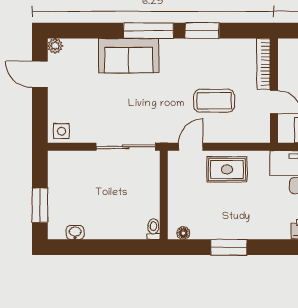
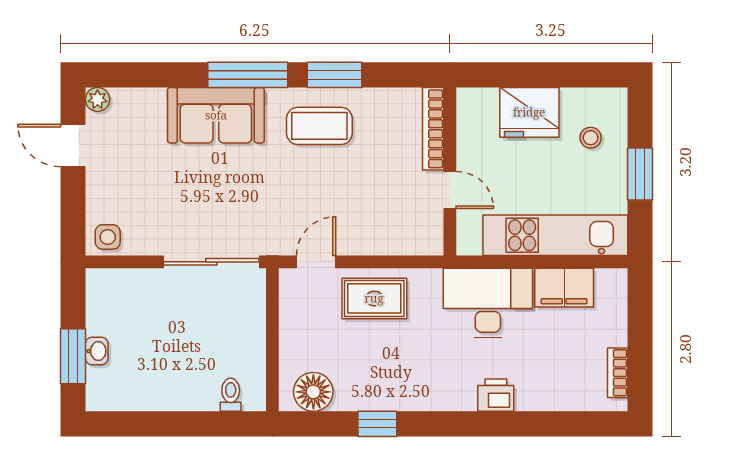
coffee table: (214, 101) -> (319, 126), moved
toilet: (153, 229) -> (231, 395), moved
washbasin: (75, 232) -> (97, 351), moved, turned 90
floor lamp: (183, 233) -> (313, 392), width x1.89, depth x1.89
window: (229, 247) -> (377, 424), width x0.67

